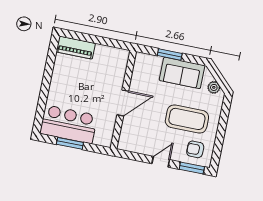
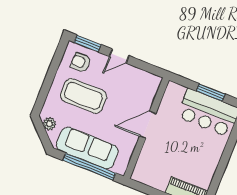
window: (170, 54) -> (89, 167), width x2.11
sofa: (182, 73) -> (87, 148), width x1.36
armchair: (195, 149) -> (81, 62), turned 180

